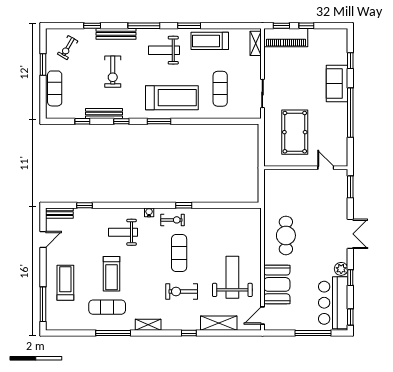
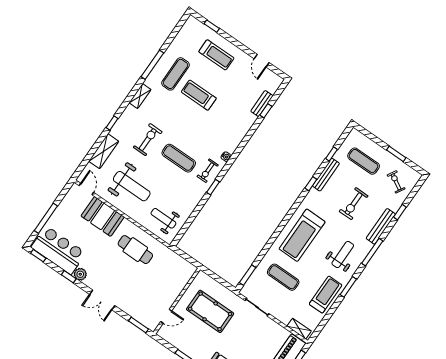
exercise bike: (113, 72) -> (354, 204), turned -90
exercise mat: (55, 88) -> (364, 161), moved
window: (159, 121) -> (248, 275), moved
bench: (59, 213) -> (262, 104), moved
weight bench: (123, 232) -> (163, 218), moved, turned -90
window: (43, 304) -> (212, 26), width x0.46

